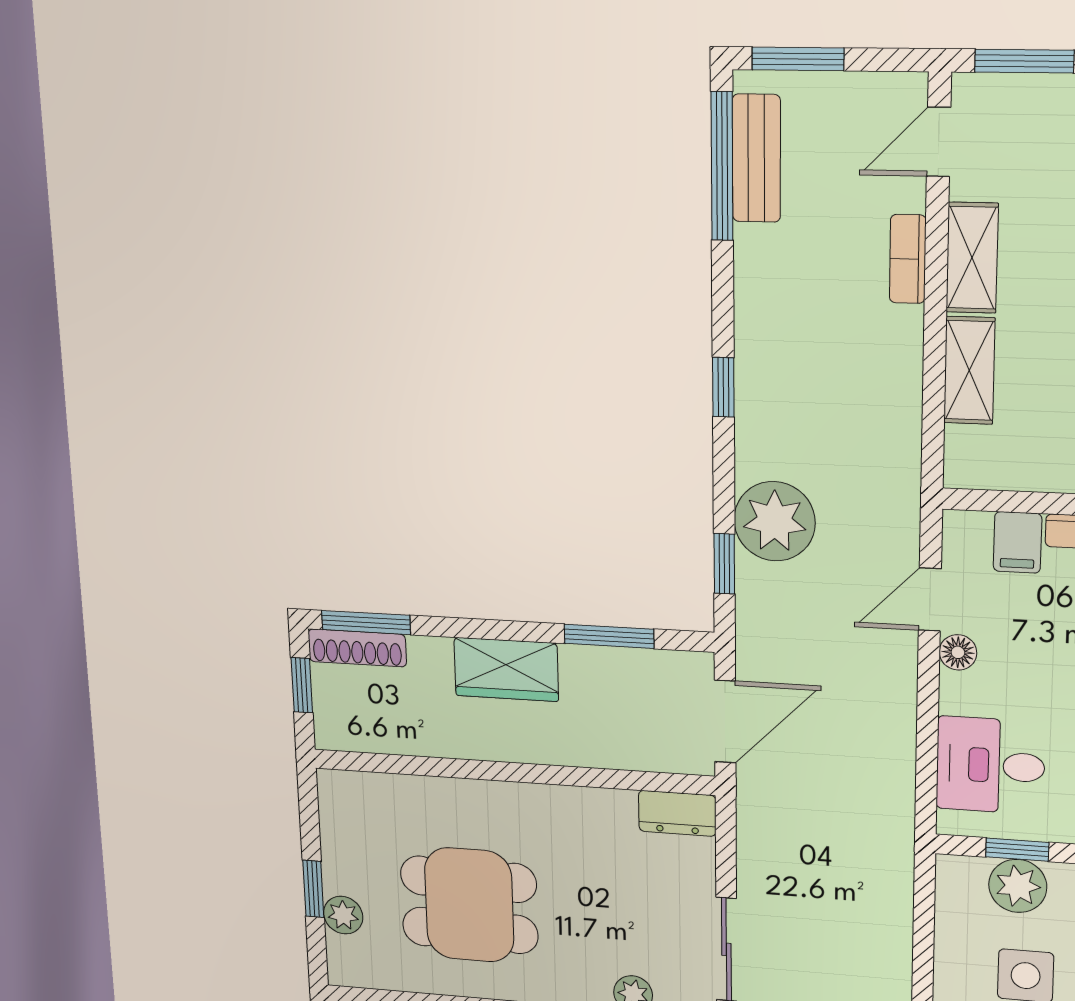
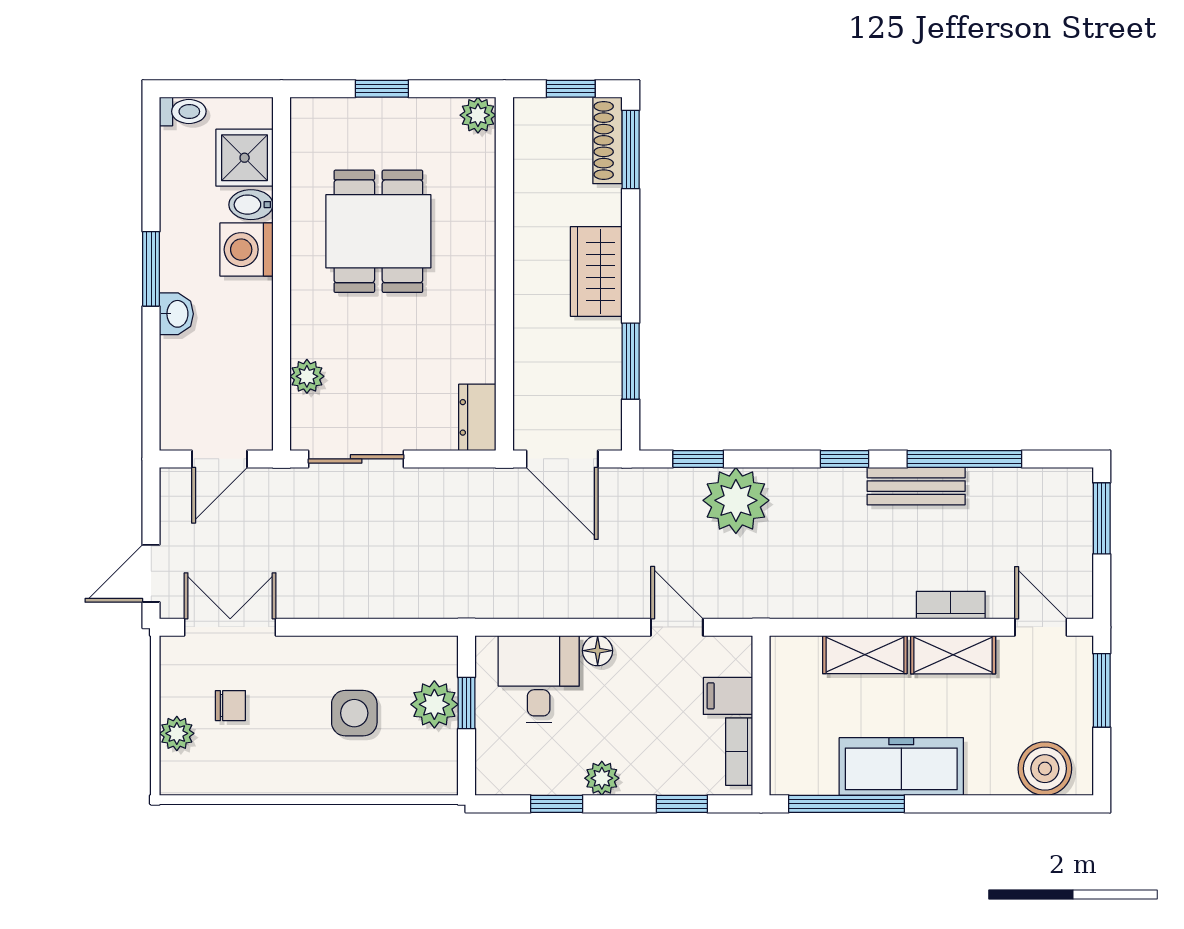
bench: (756, 158) -> (916, 486), moved
window: (722, 166) -> (964, 459), moved
floor lamp: (958, 652) -> (598, 651), moved
plant: (343, 915) -> (478, 115), moved

